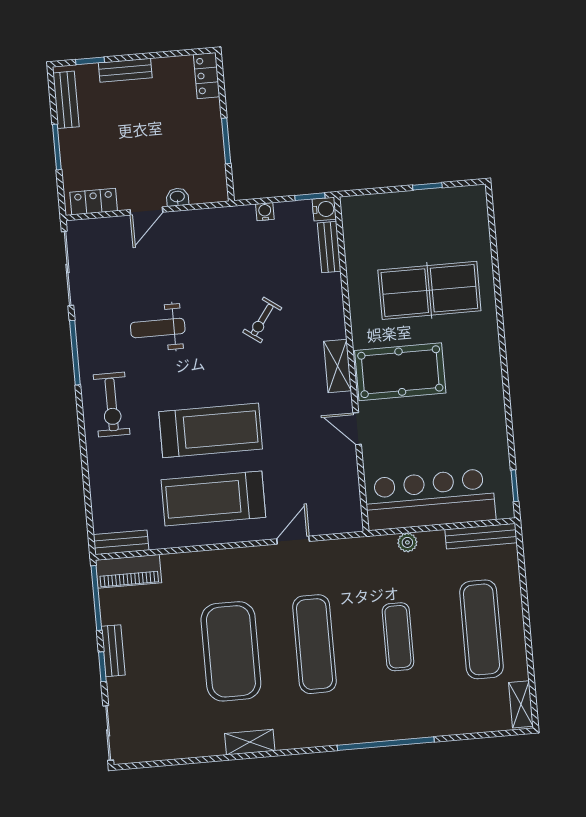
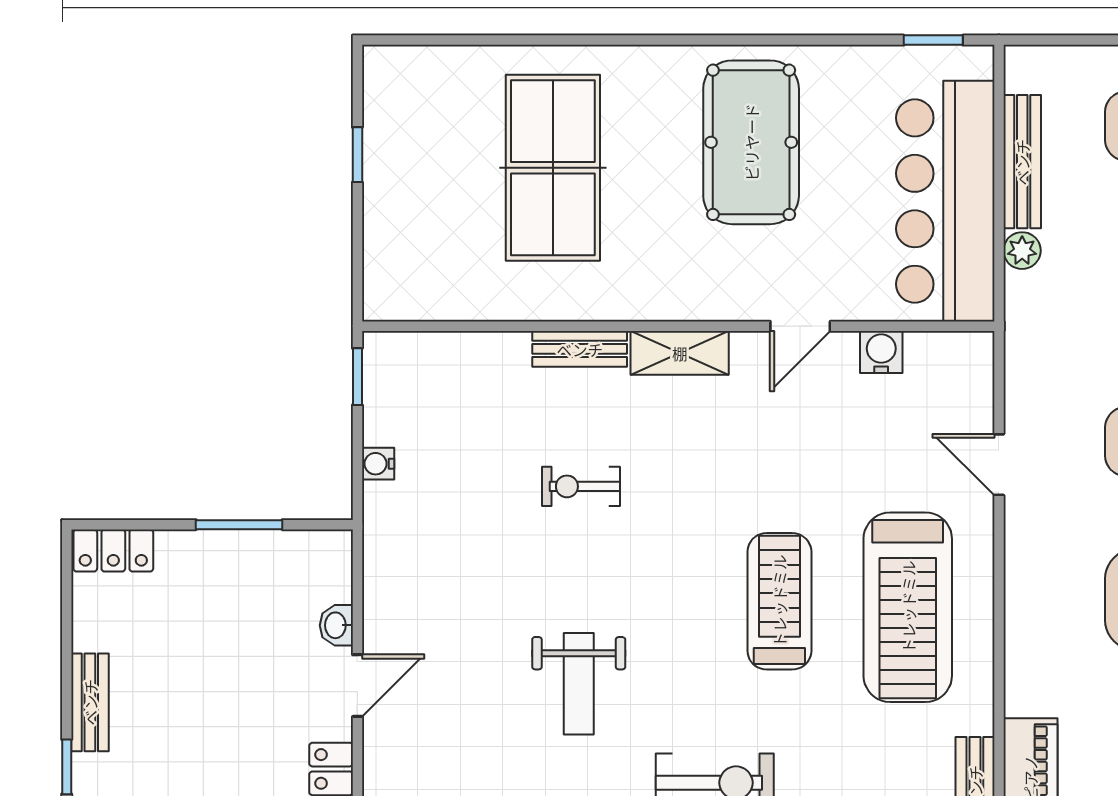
water cooler: (324, 209) -> (881, 352), moved
door: (146, 211) -> (357, 686), hinge flipped
bench: (329, 247) -> (580, 349), moved
exercise bike: (262, 320) -> (581, 486), turned 144
pool table: (400, 372) -> (751, 142), moved
treadmill: (211, 430) -> (779, 601), width x0.73, depth x0.73
bench: (481, 536) -> (1022, 162), moved

